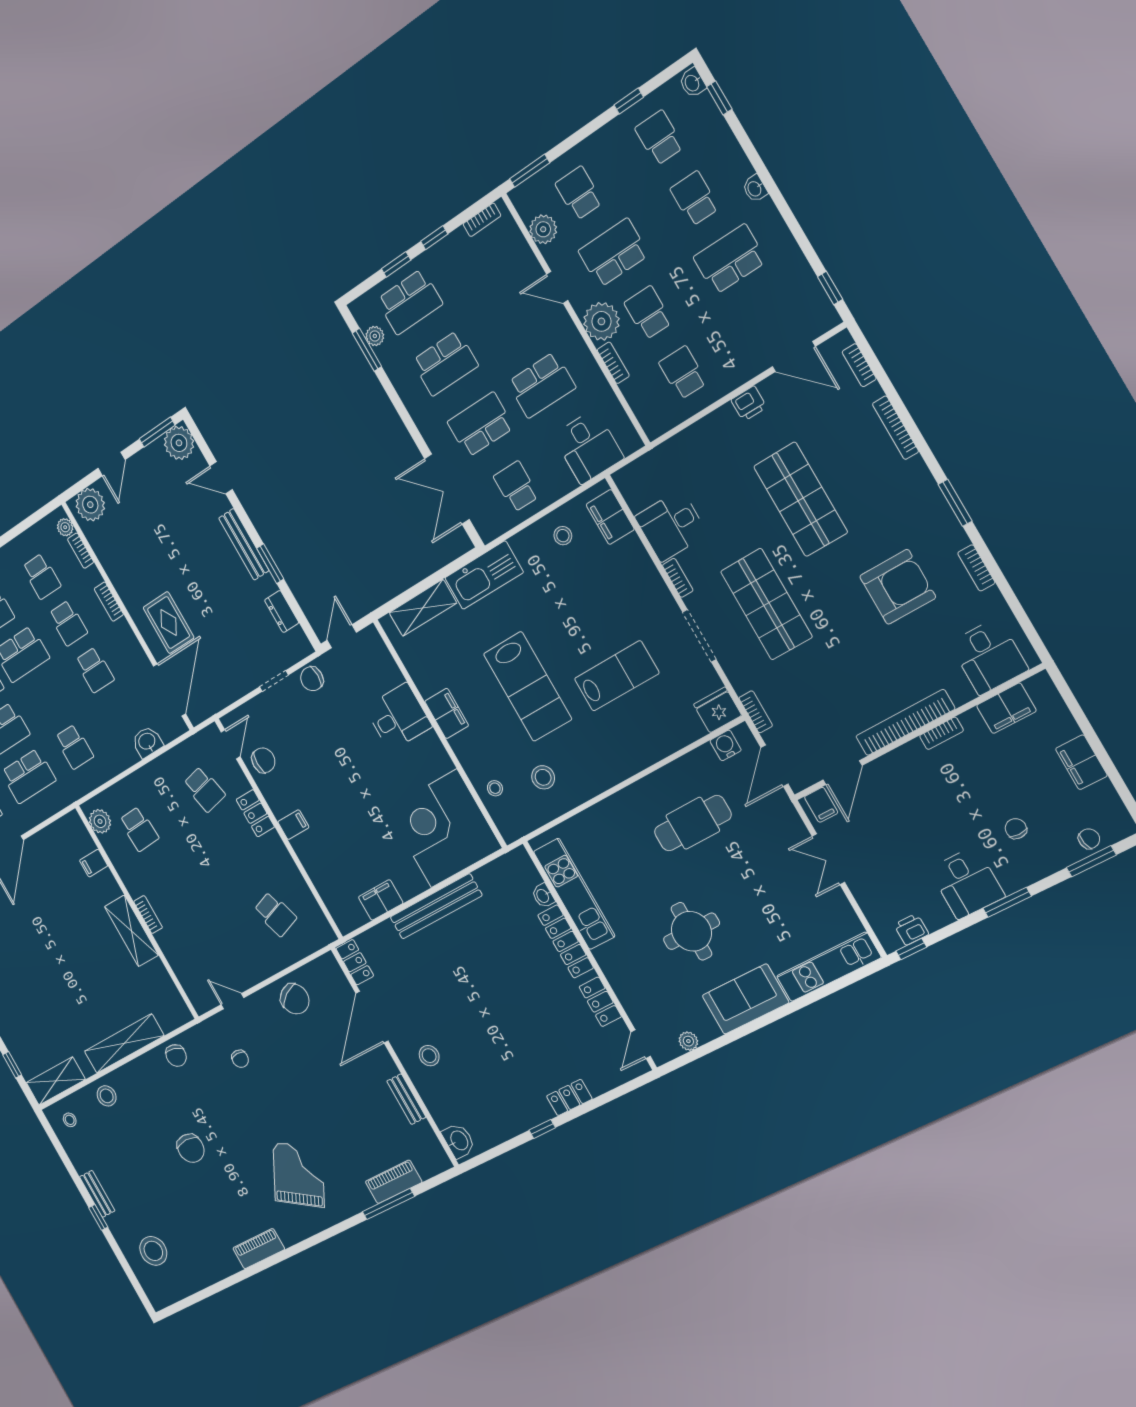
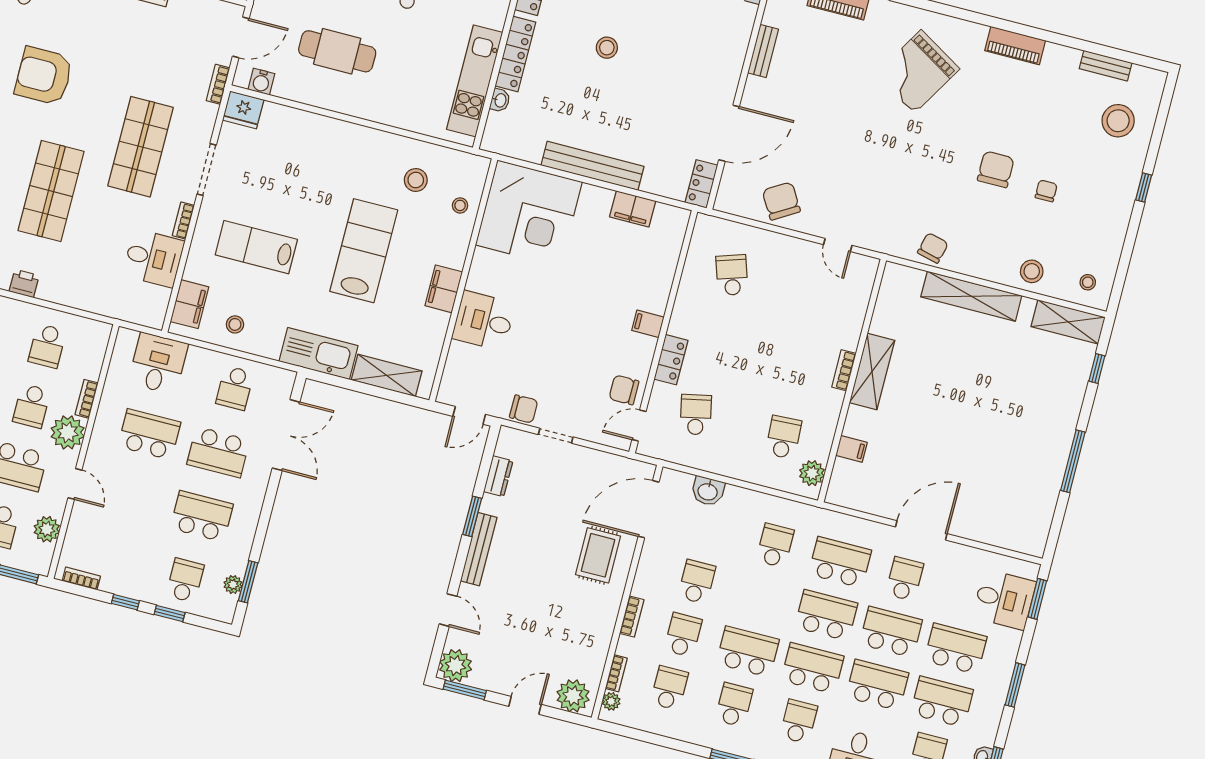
school desk: (410, 302) -> (185, 580), width x0.54
lab bench: (617, 676) -> (256, 247), moved
stool: (429, 1056) -> (607, 48), moved
chair: (240, 1059) -> (1046, 191), moved
bench: (97, 1194) -> (1106, 66), moved, turned 90

